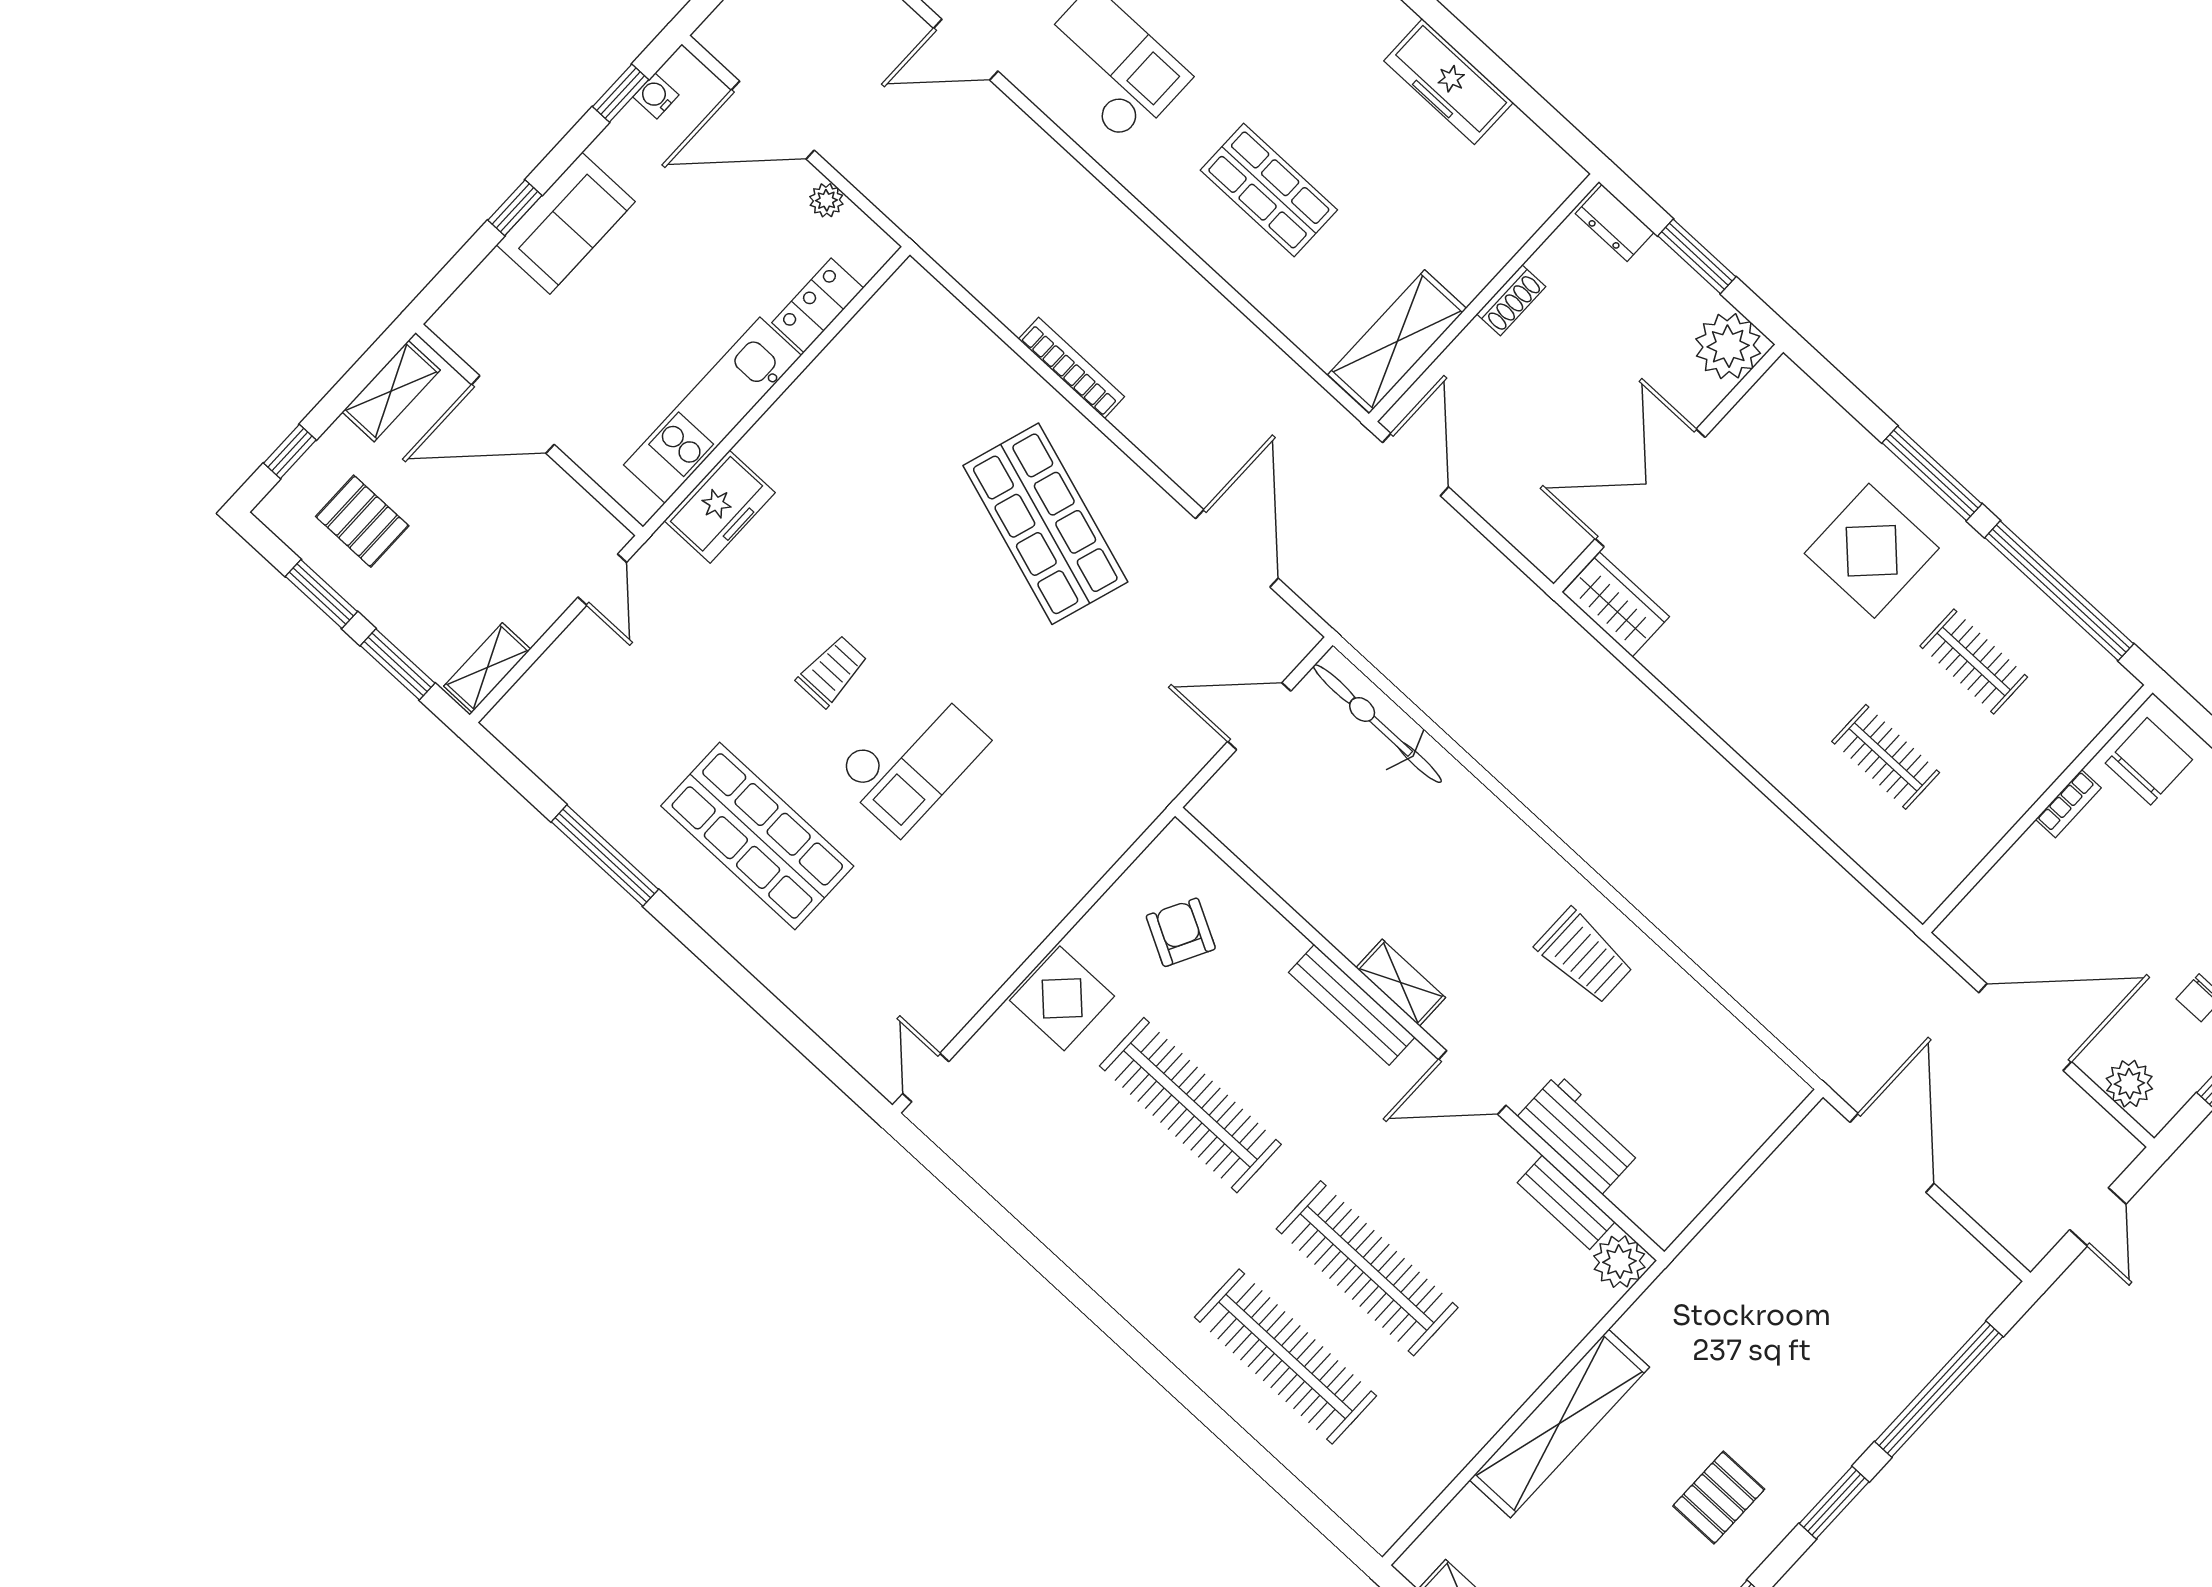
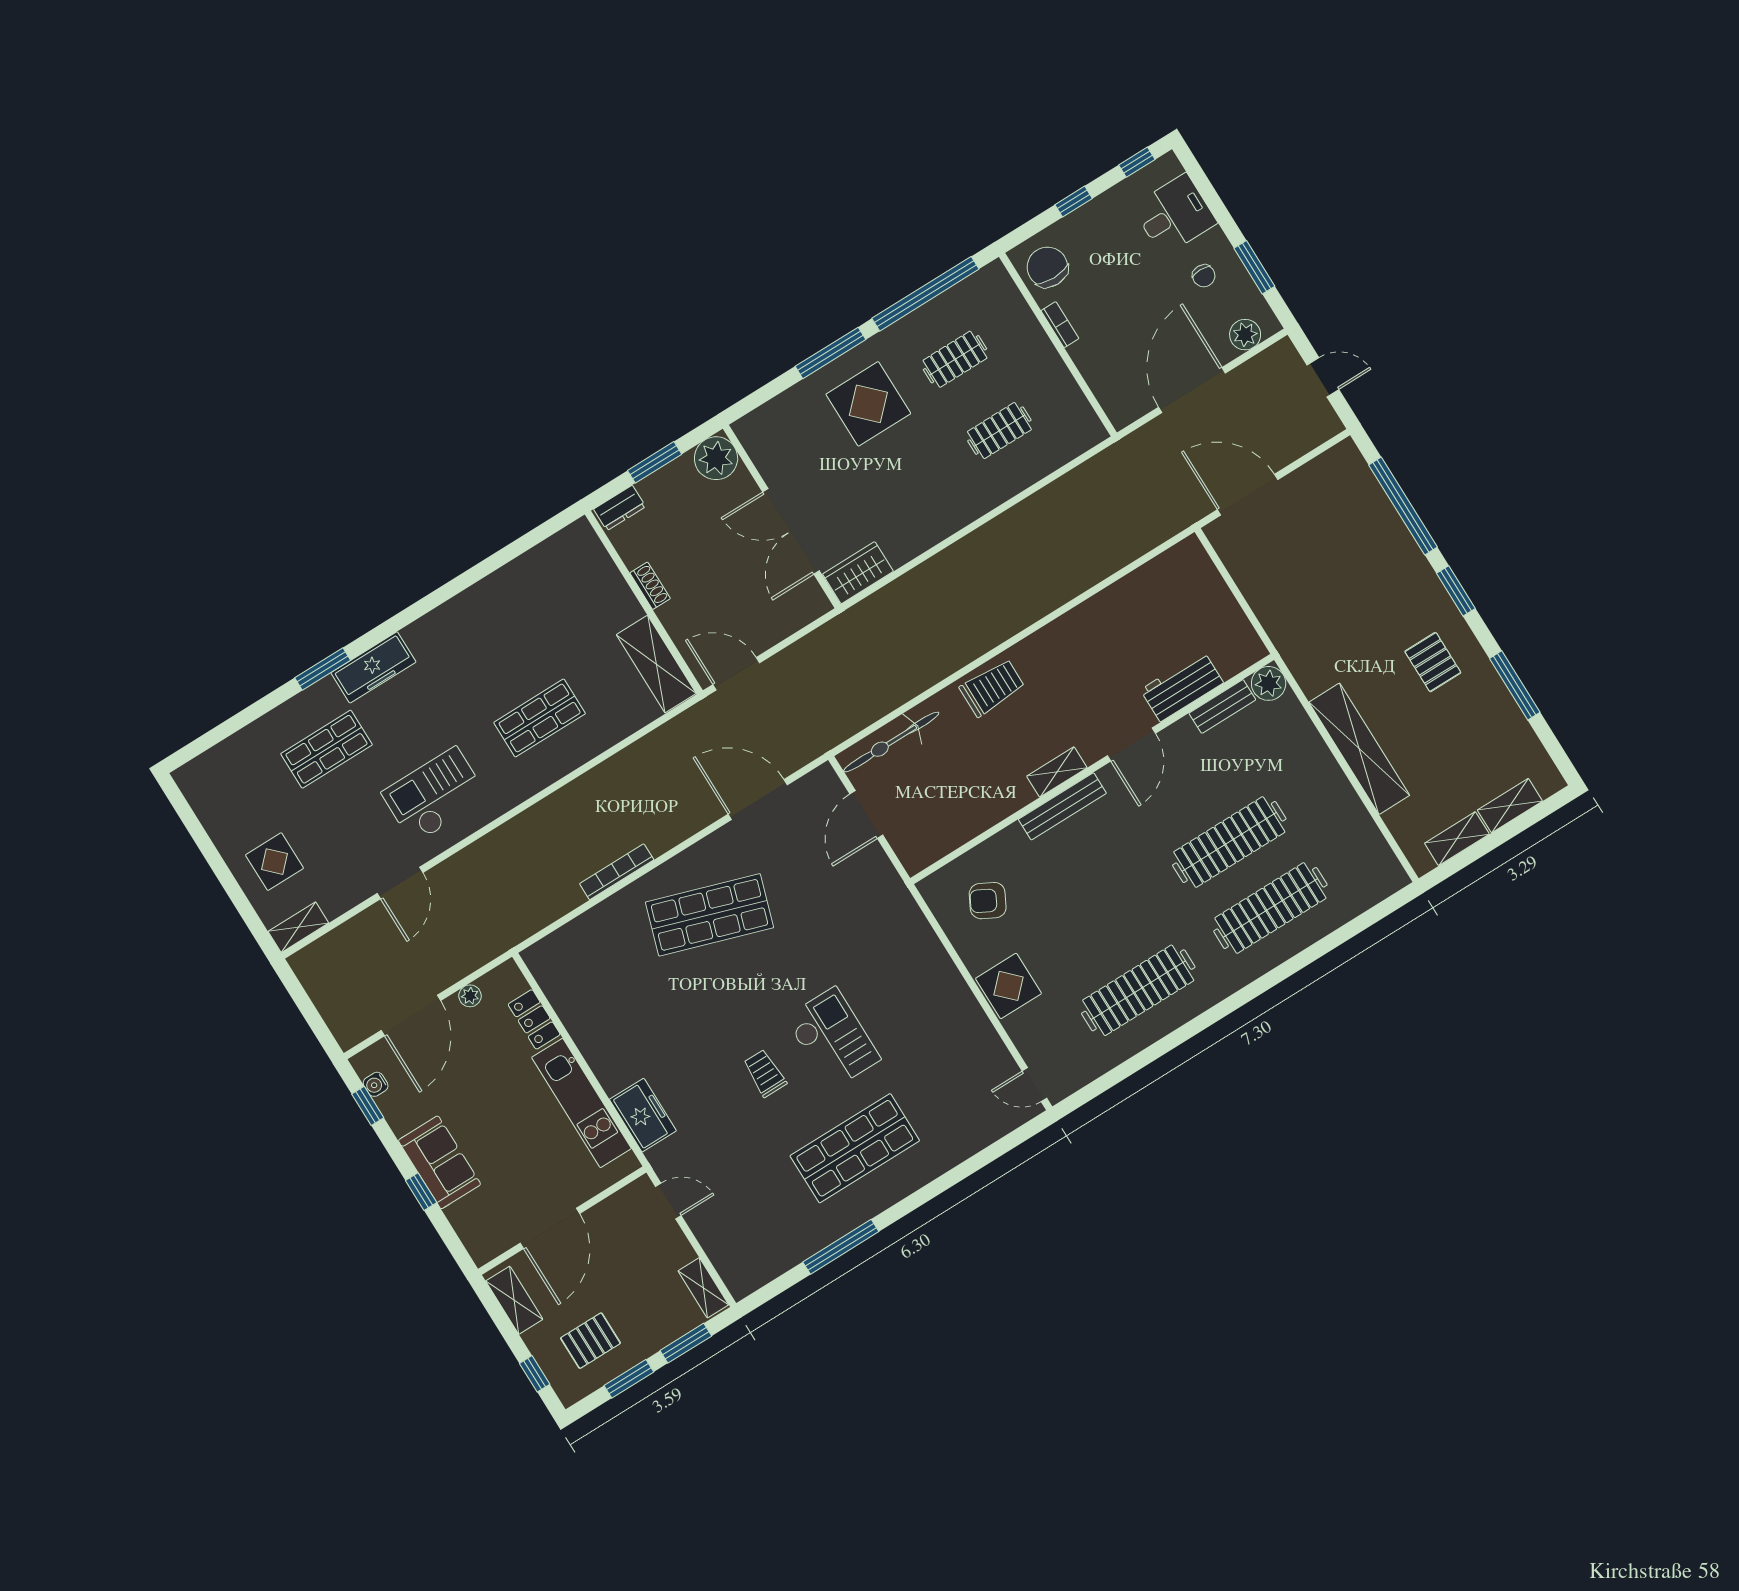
freezer: (1448, 82) -> (503, 587), removed
trolley: (1584, 956) -> (992, 688), moved
clothes rail: (1190, 1105) -> (1138, 990), moved

